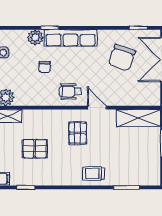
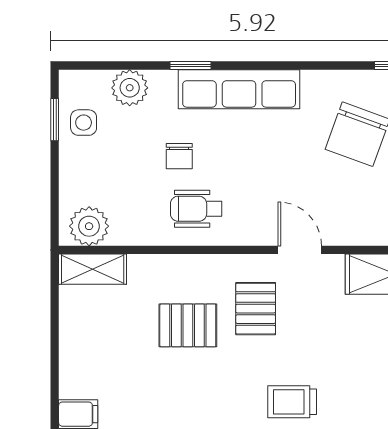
plant: (35, 37) -> (130, 88), moved
wheelchair: (70, 92) -> (196, 209), moved
pallet: (35, 149) -> (188, 325), moved

